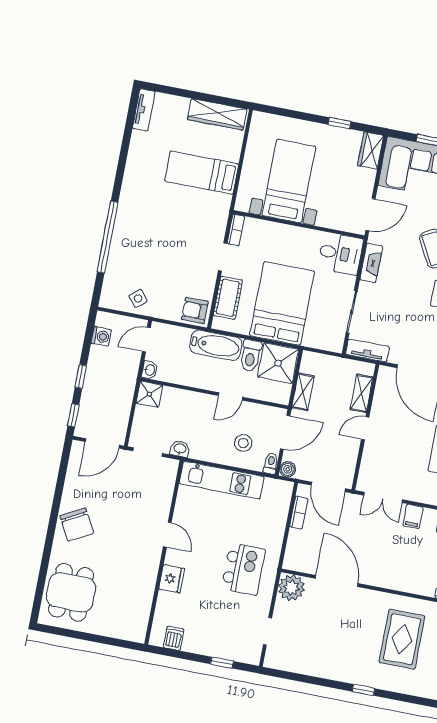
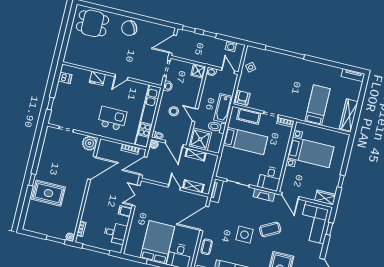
bed: (282, 303) -> (245, 141), width x0.67
shower: (278, 363) -> (200, 139), moved
door: (102, 443) -> (173, 44), hinge flipped
stool: (243, 443) -> (174, 111), moved
kitchen unit: (222, 480) -> (148, 116), width x1.36
kitchen island: (243, 569) -> (112, 119), moved, turned 180
rug: (402, 639) -> (49, 193), moved

